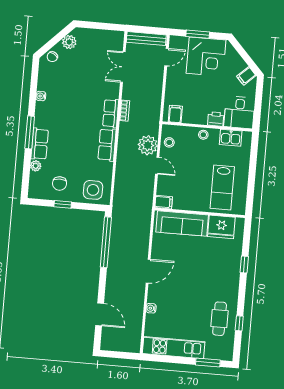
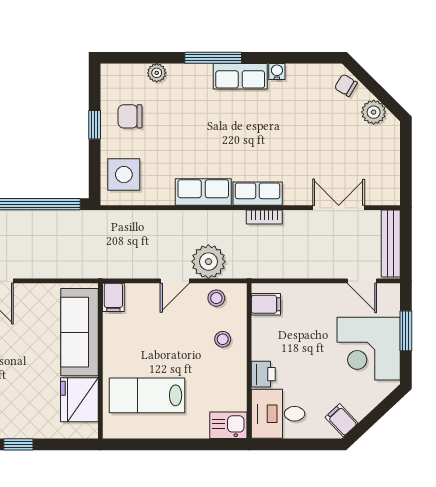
stool: (203, 135) -> (223, 339), moved
kitchen sink: (231, 138) -> (228, 425), moved, turned 90
row of seats: (40, 144) -> (240, 76), moved

